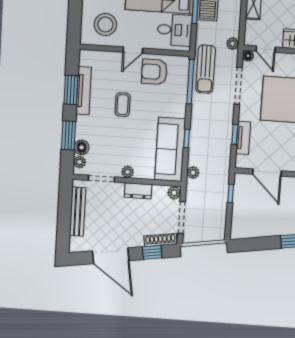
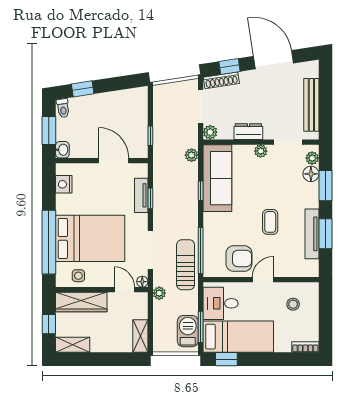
stool: (105, 25) -> (293, 304), width x0.53, depth x0.53

